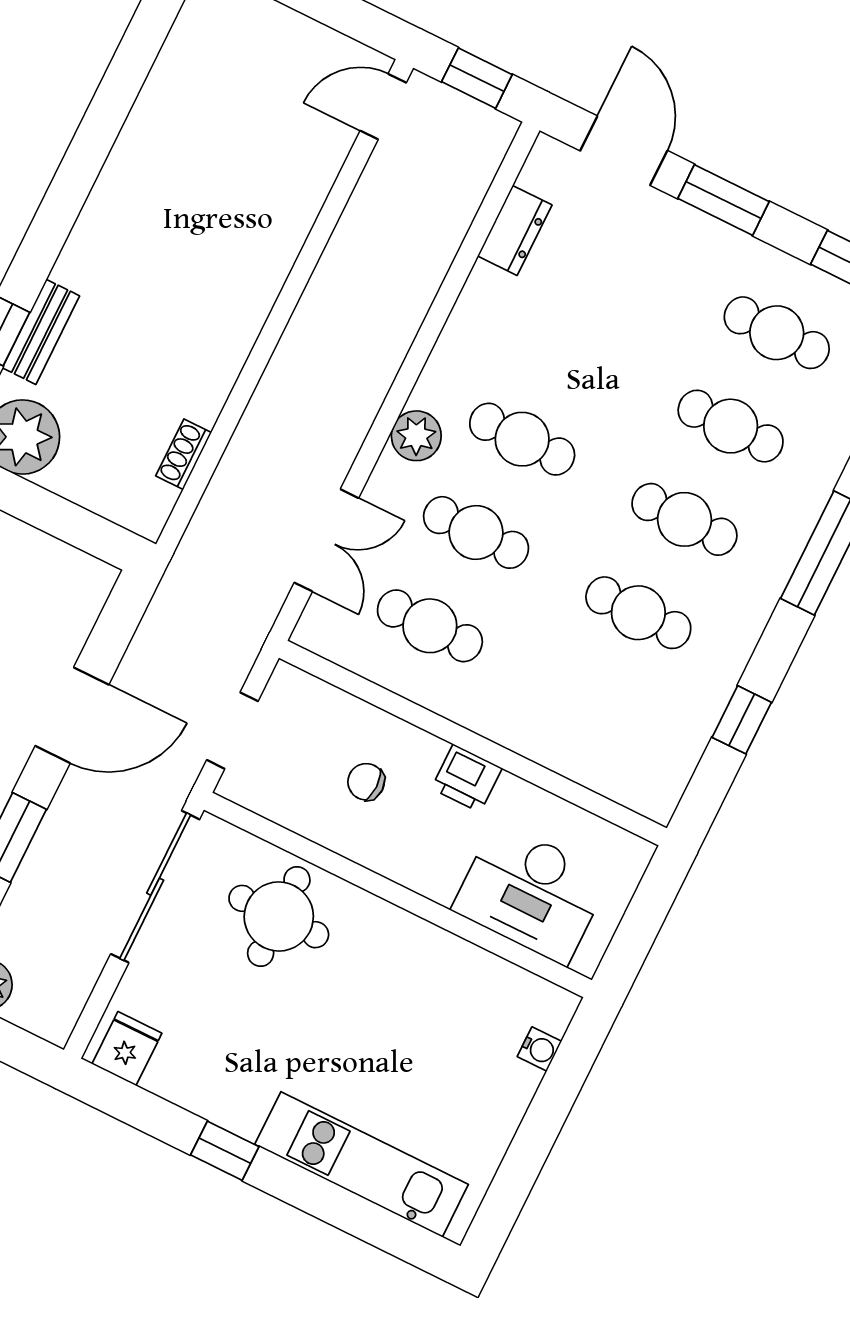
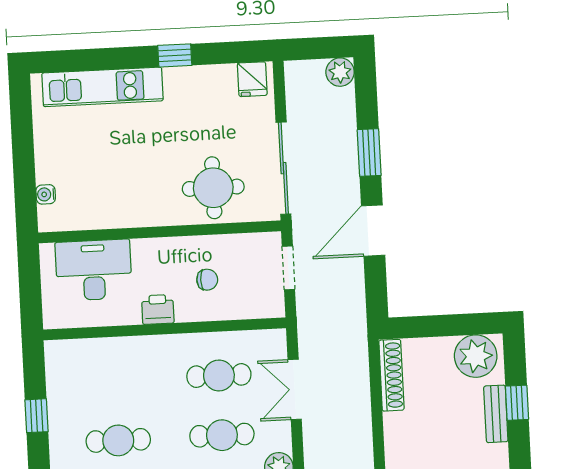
shoe rack: (184, 454) -> (391, 375), width x1.94, depth x1.24

